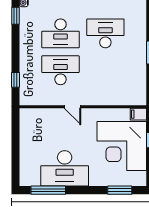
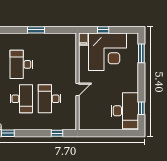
desk: (65, 168) -> (125, 111), moved
window: (48, 190) -> (141, 108), width x0.46

